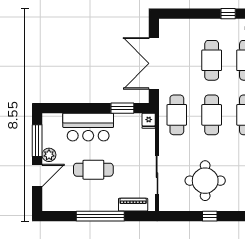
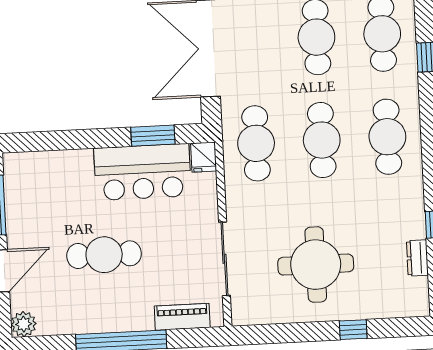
bar counter: (88, 127) -> (143, 172), moved
plant: (49, 155) -> (24, 324), moved
window: (210, 216) -> (353, 330), moved

